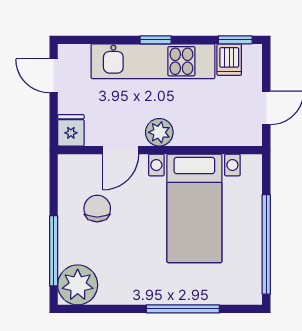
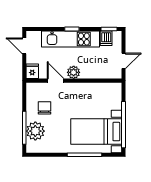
door: (121, 150) -> (56, 81), swing flipped
bed with nightstands: (194, 208) -> (96, 132), moved, turned 90
plant: (78, 285) -> (35, 131), moved

